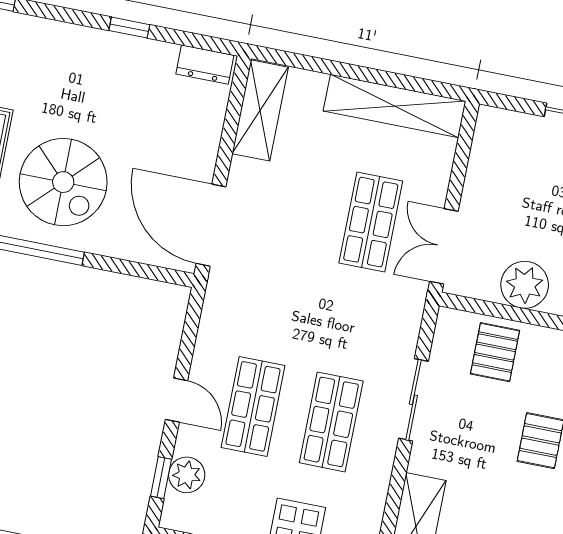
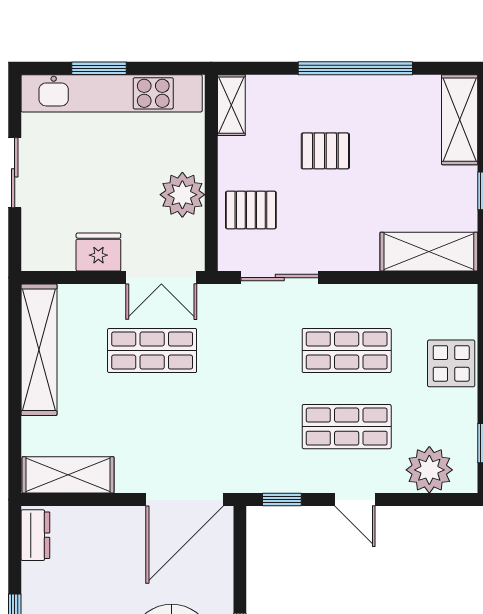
fridge: (483, 187) -> (98, 252), added
door: (176, 400) -> (355, 500), swing flipped
sliding door: (413, 400) -> (280, 278), moved
plant: (187, 475) -> (429, 470), width x1.36, depth x1.36
window: (161, 478) -> (282, 500), moved

